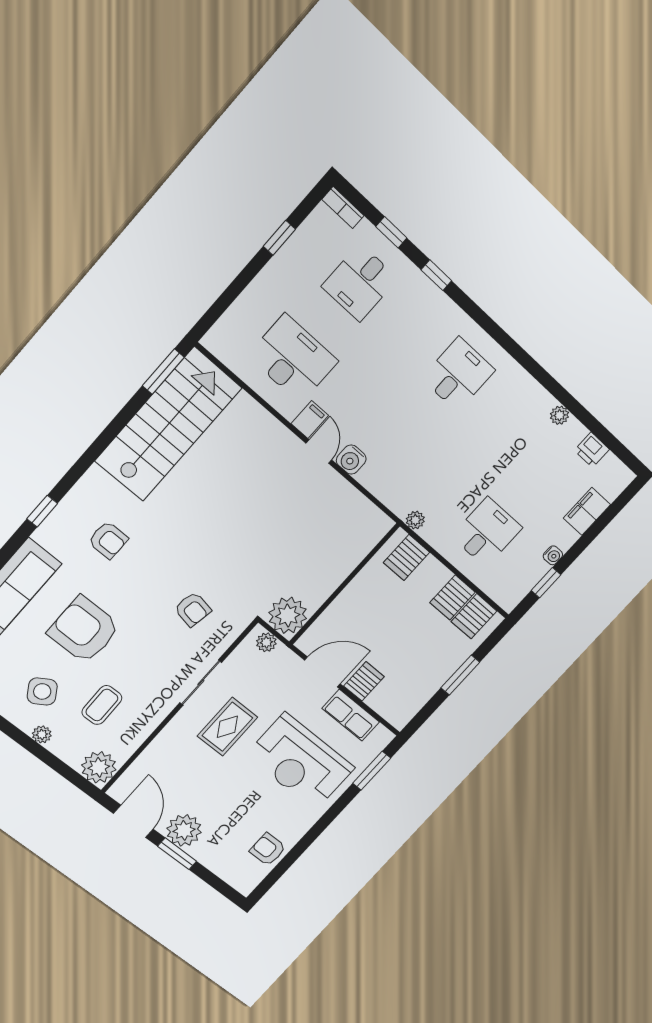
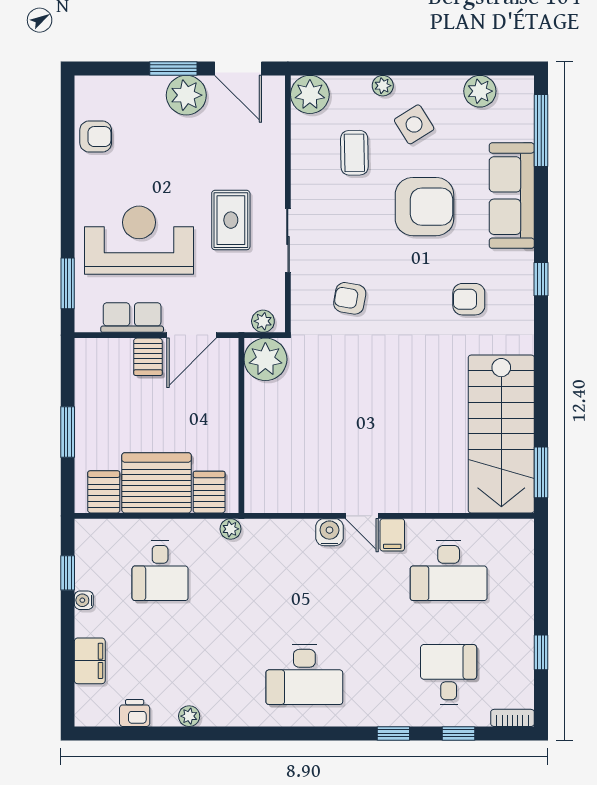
desk: (458, 374) -> (304, 675), width x1.37
server rack: (453, 597) -> (156, 483), width x2.18, depth x1.44

